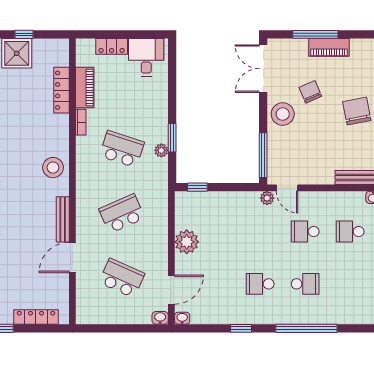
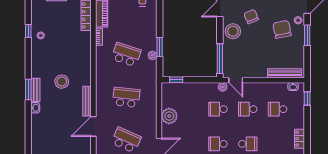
stool: (53, 168) -> (62, 82), moved
school desk: (122, 214) -> (126, 97), turned 30
school desk: (260, 232) -> (218, 109), added

